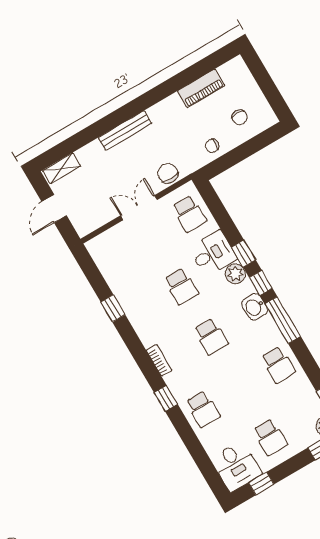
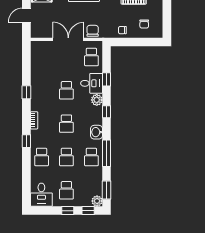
double door: (139, 208) -> (68, 39), width x1.37
window: (243, 254) -> (107, 79), moved
washbasin: (255, 307) -> (97, 132), moved
window: (113, 308) -> (26, 92), moved
window: (283, 320) -> (107, 153), moved
school desk: (241, 387) -> (66, 157), added
window: (261, 483) -> (68, 211), moved

